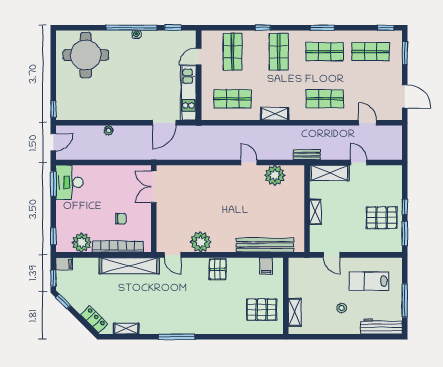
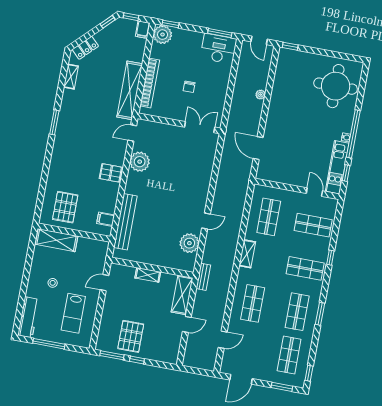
kitchen unit: (188, 93) -> (337, 167), moved, turned -90
chair: (121, 219) -> (189, 87), moved
plant: (82, 243) -> (163, 35), moved
lab bench: (369, 281) -> (73, 313), turned 180
shelving: (295, 312) -> (57, 240), width x1.50, depth x1.33
window: (176, 337) -> (54, 122), width x0.69

